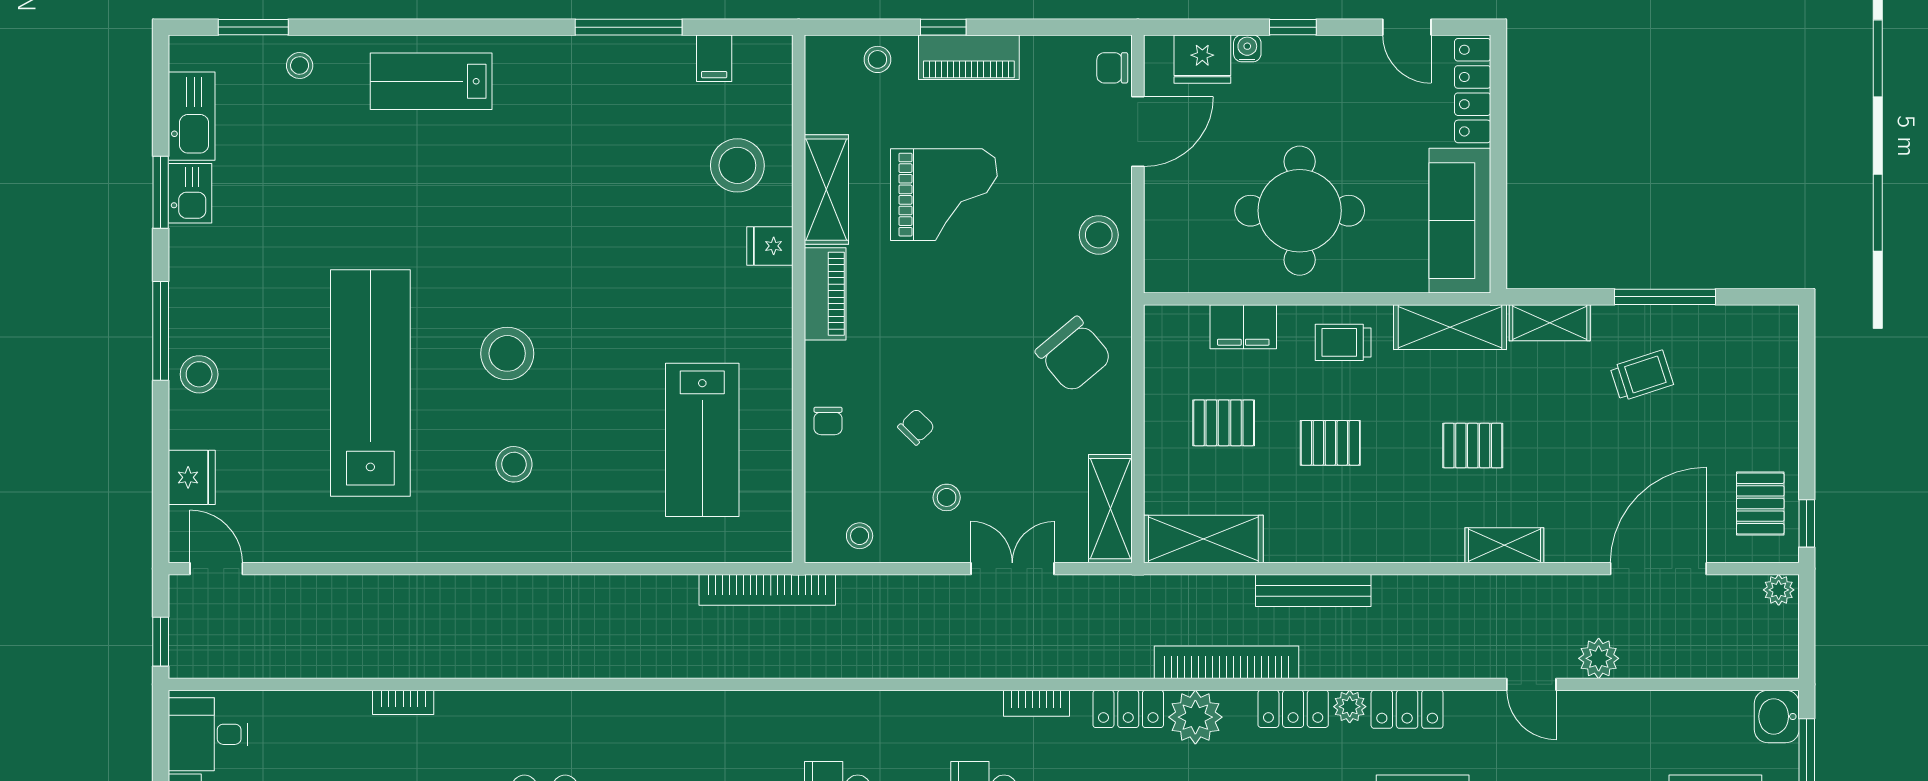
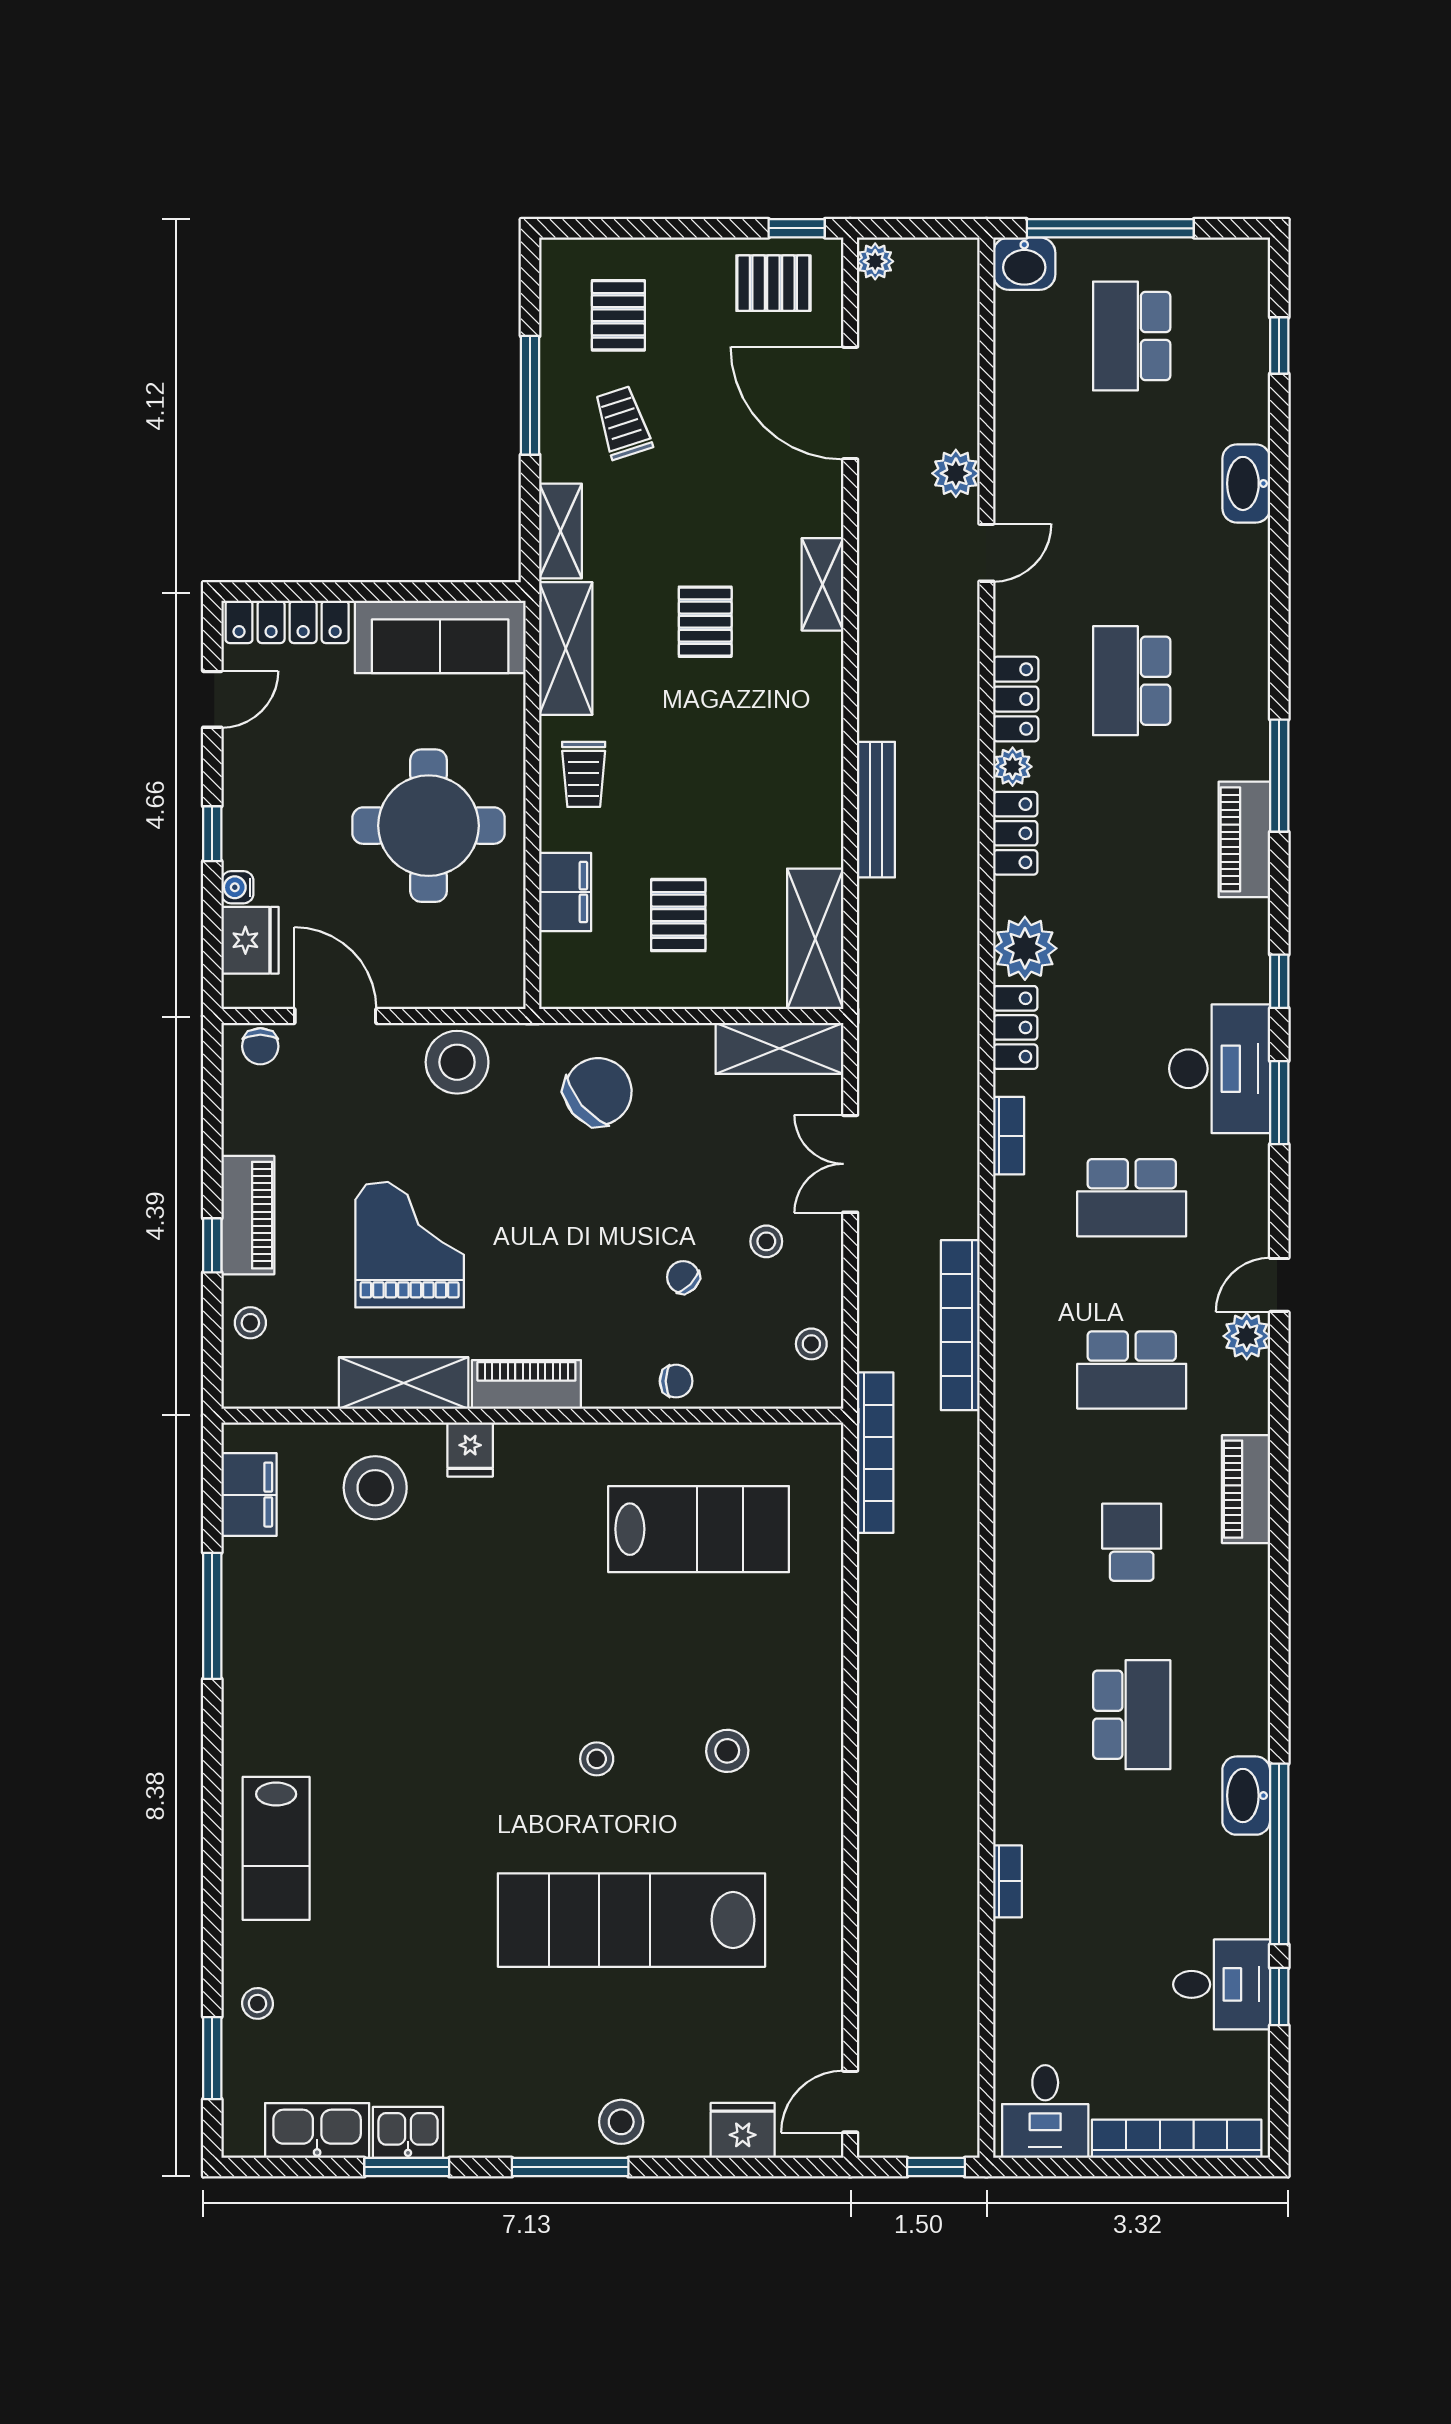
filing cabinet: (714, 58) -> (249, 1495), width x2.00
stool: (1099, 235) -> (457, 1062), width x1.38, depth x1.38
stool: (507, 353) -> (597, 1759), width x0.53, depth x0.53
pallet: (1330, 443) -> (618, 315), moved
bookcase: (1227, 662) -> (960, 1325), moved

